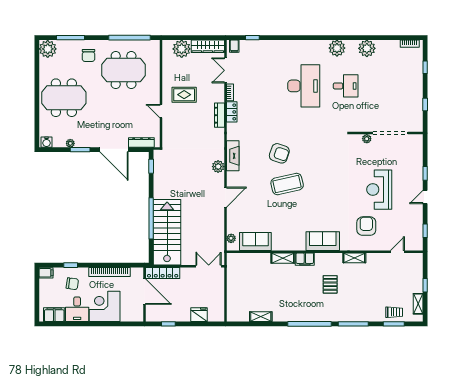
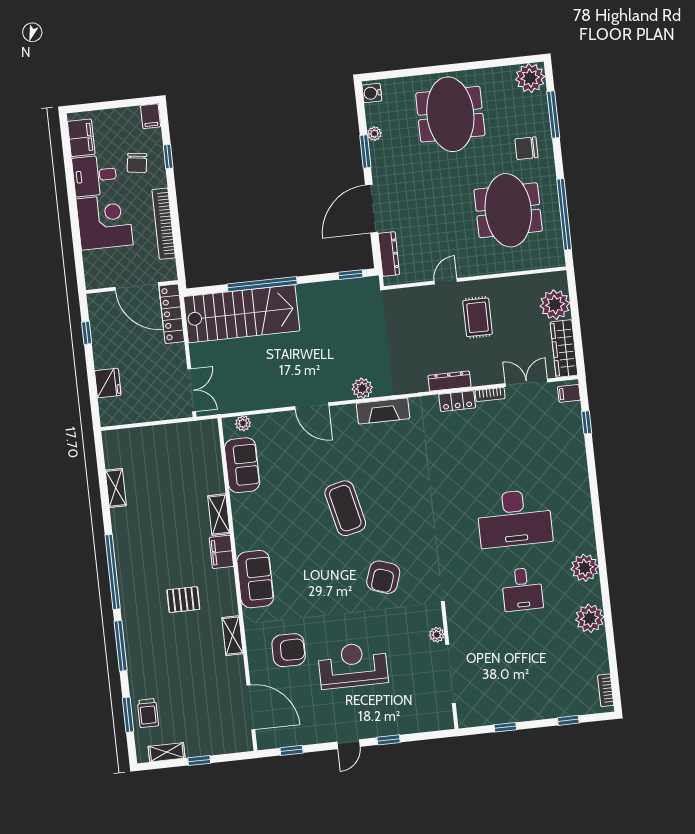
armchair: (279, 153) -> (383, 577), moved
door: (425, 197) -> (348, 744), swing flipped
door: (397, 252) -> (251, 707), width x1.87
door: (144, 292) -> (137, 286), hinge flipped

